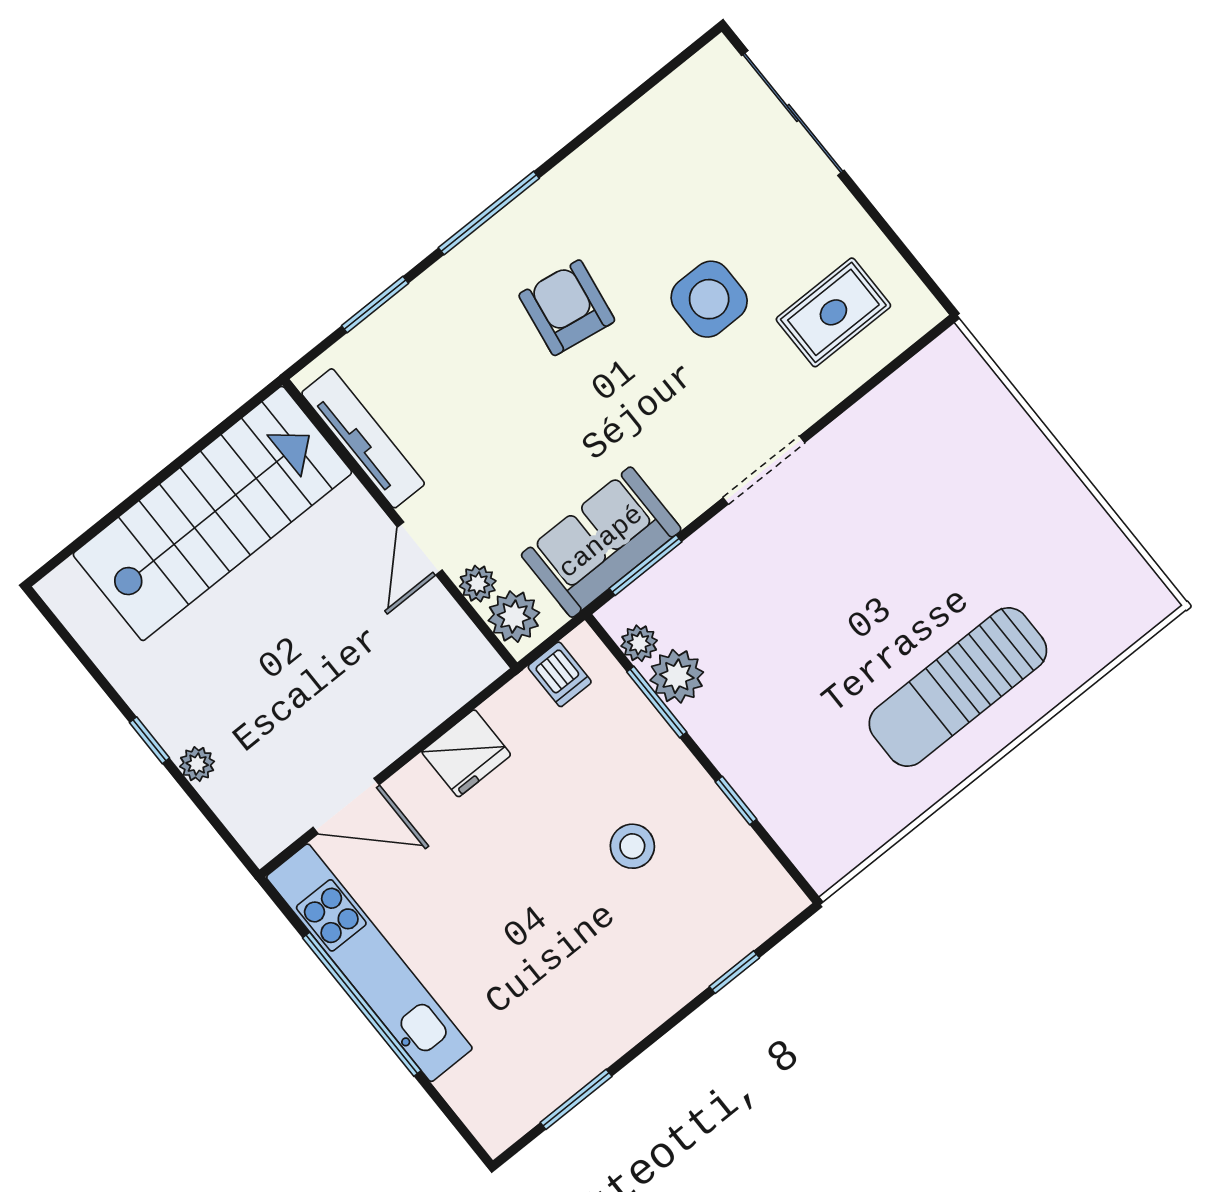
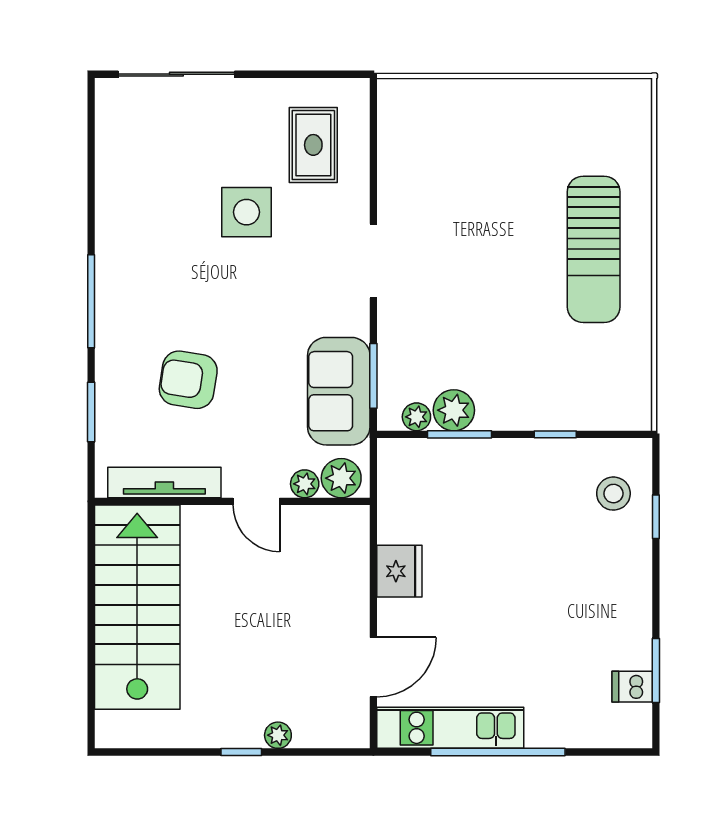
armchair: (567, 308) -> (188, 380), moved
dishwasher: (560, 674) -> (632, 687), moved, turned 180
stool: (632, 846) -> (613, 494), moved
kitchen unit: (369, 963) -> (450, 728), width x0.73

